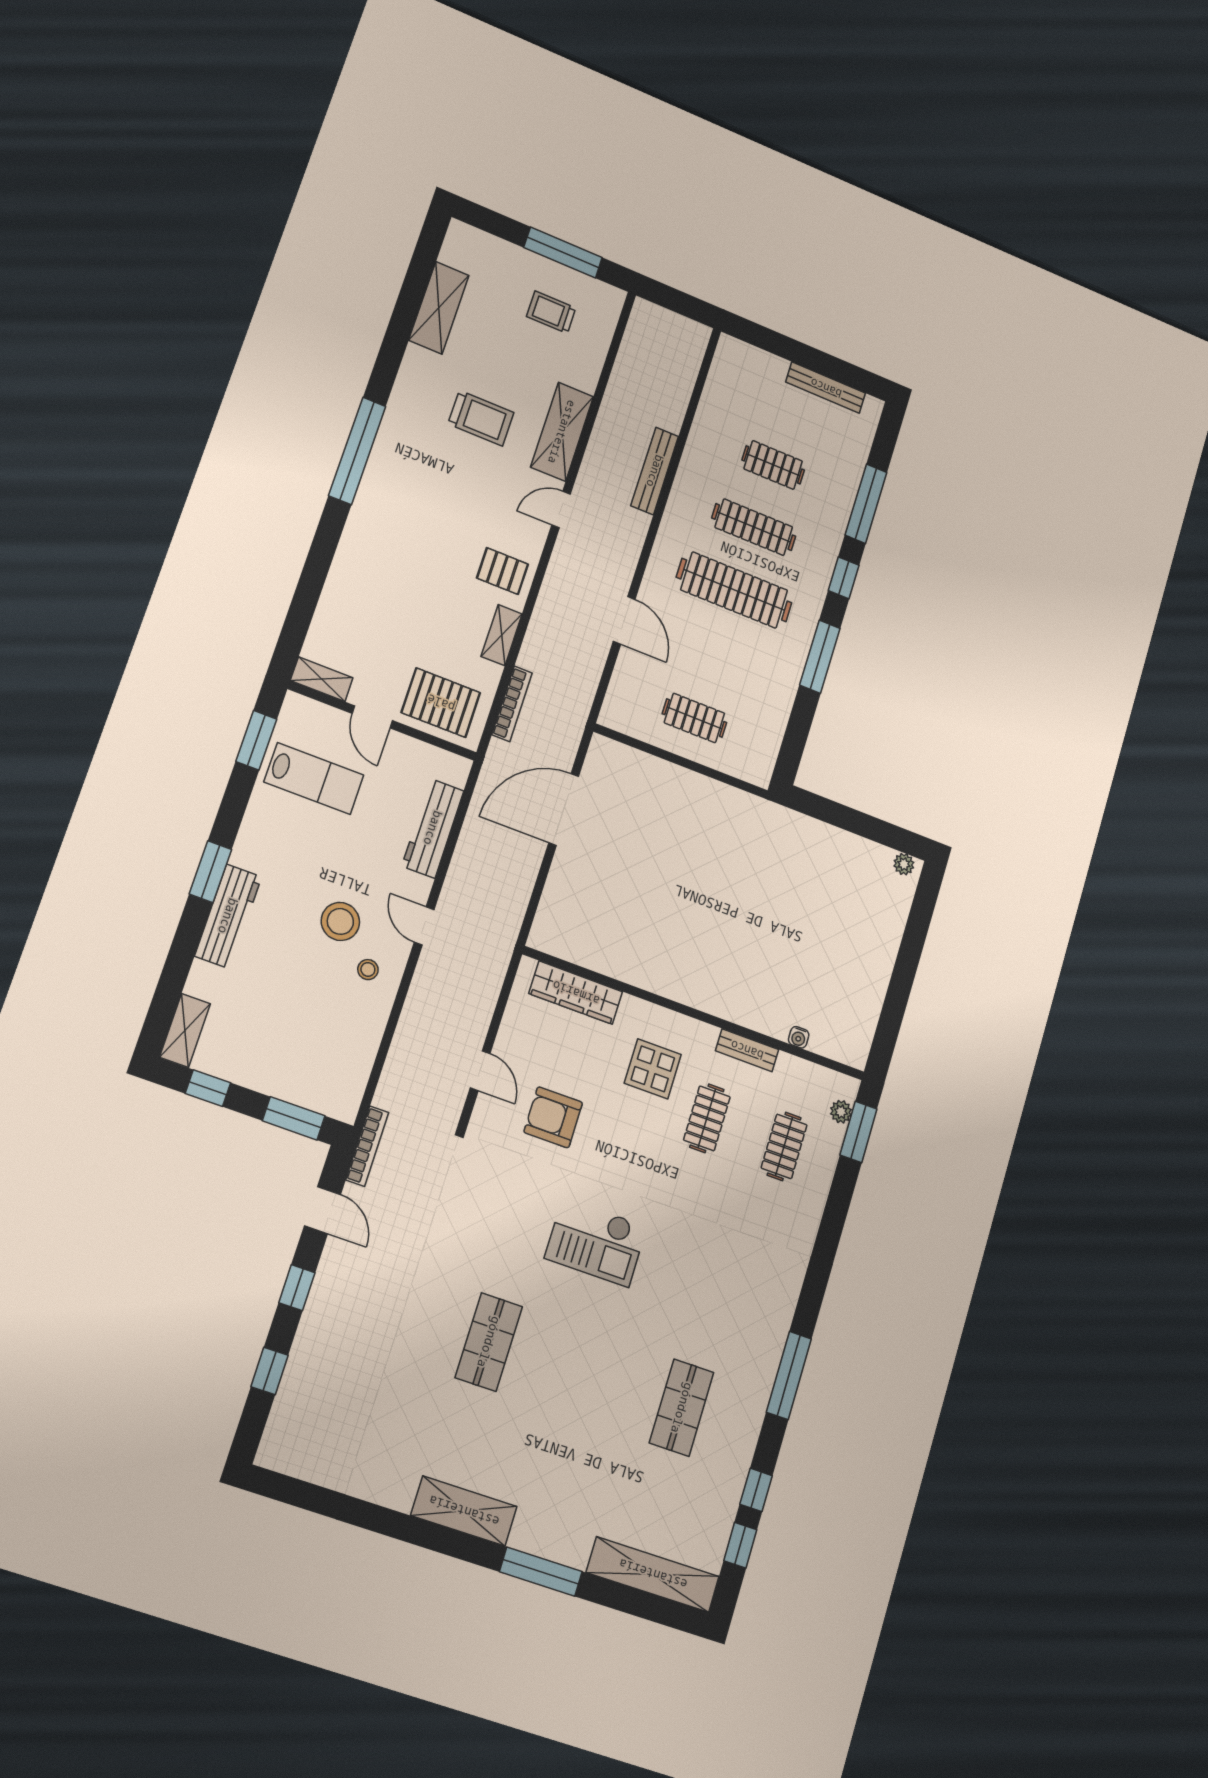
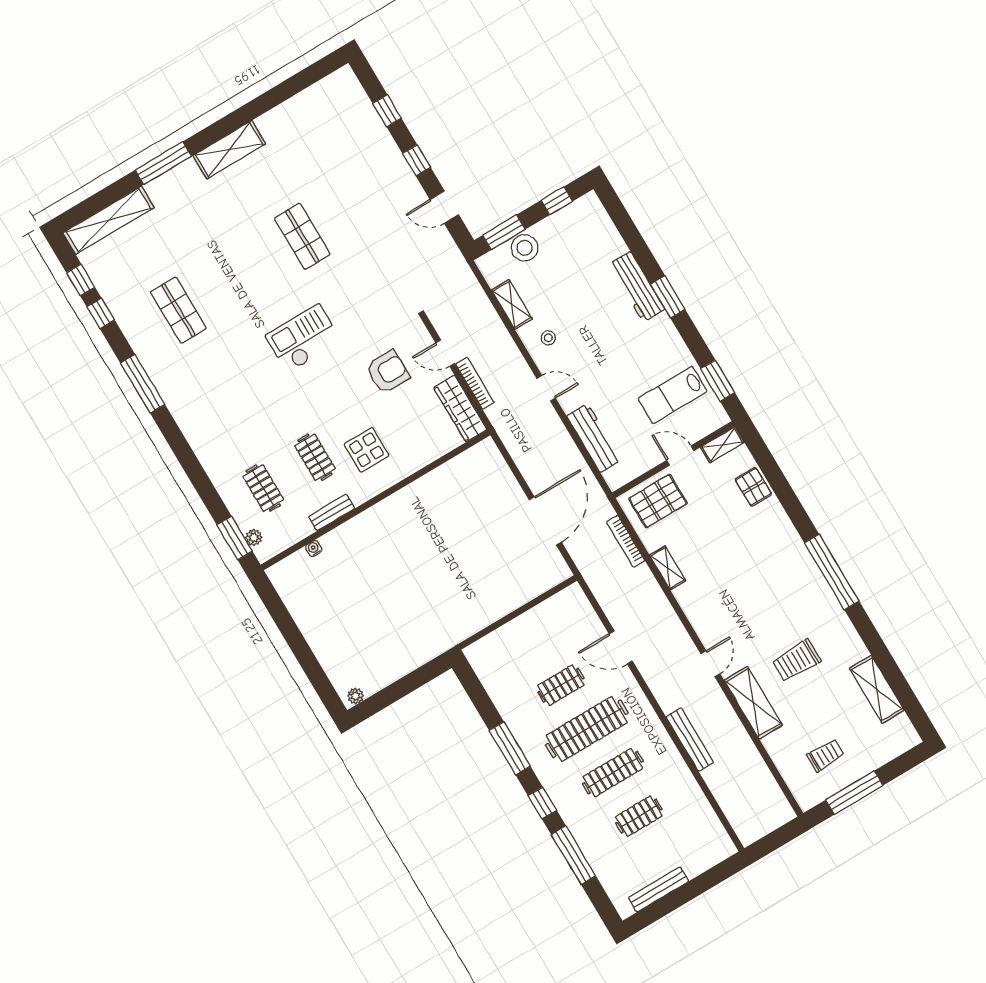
pallet: (502, 571) -> (753, 487), moved, turned 90
clothes rail: (694, 718) -> (561, 685), moved
stool: (340, 921) -> (525, 248), moved
wardrobe: (576, 993) -> (460, 409), moved, turned -90
shelving: (185, 1030) -> (512, 304), moved
bookcase: (367, 1146) -> (475, 383), moved, turned 180

